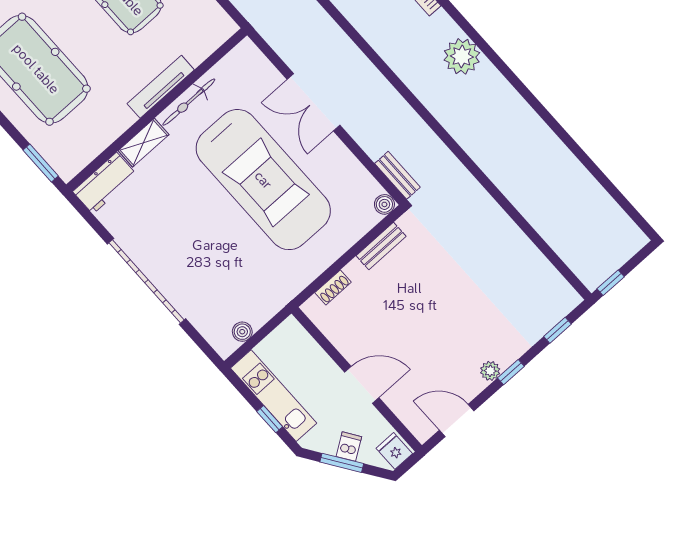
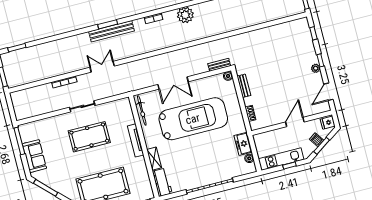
bicycle: (189, 102) -> (142, 111), moved
freezer: (265, 304) -> (243, 144), added

